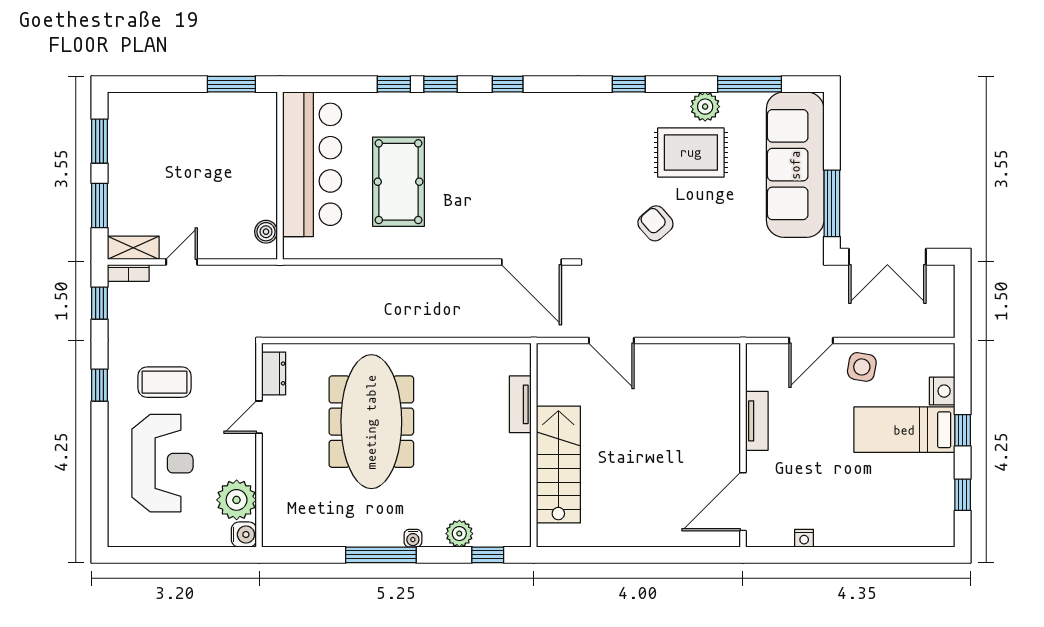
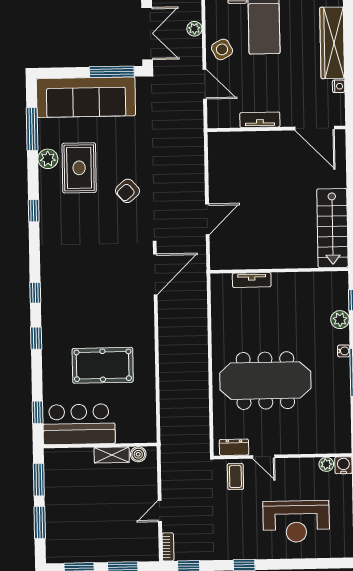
window: (168, 84) -> (40, 522), added
window: (394, 84) -> (38, 412), moved
bar counter: (312, 164) -> (79, 424), width x0.73
shelving: (133, 248) -> (112, 455), moved, turned 90
door: (182, 262) -> (160, 511), hinge flipped
plant: (893, 327) -> (194, 29), added
side table: (862, 367) -> (222, 49), turned -38
coffee table: (165, 382) -> (235, 477), moved, width x0.73, depth x0.77
reception desk: (162, 463) -> (296, 521), turned 180
stairs: (558, 465) -> (332, 228), moved, turned -90
plant: (237, 500) -> (326, 464), width x0.53, depth x0.53
wardrobe: (868, 530) -> (332, 43), added

